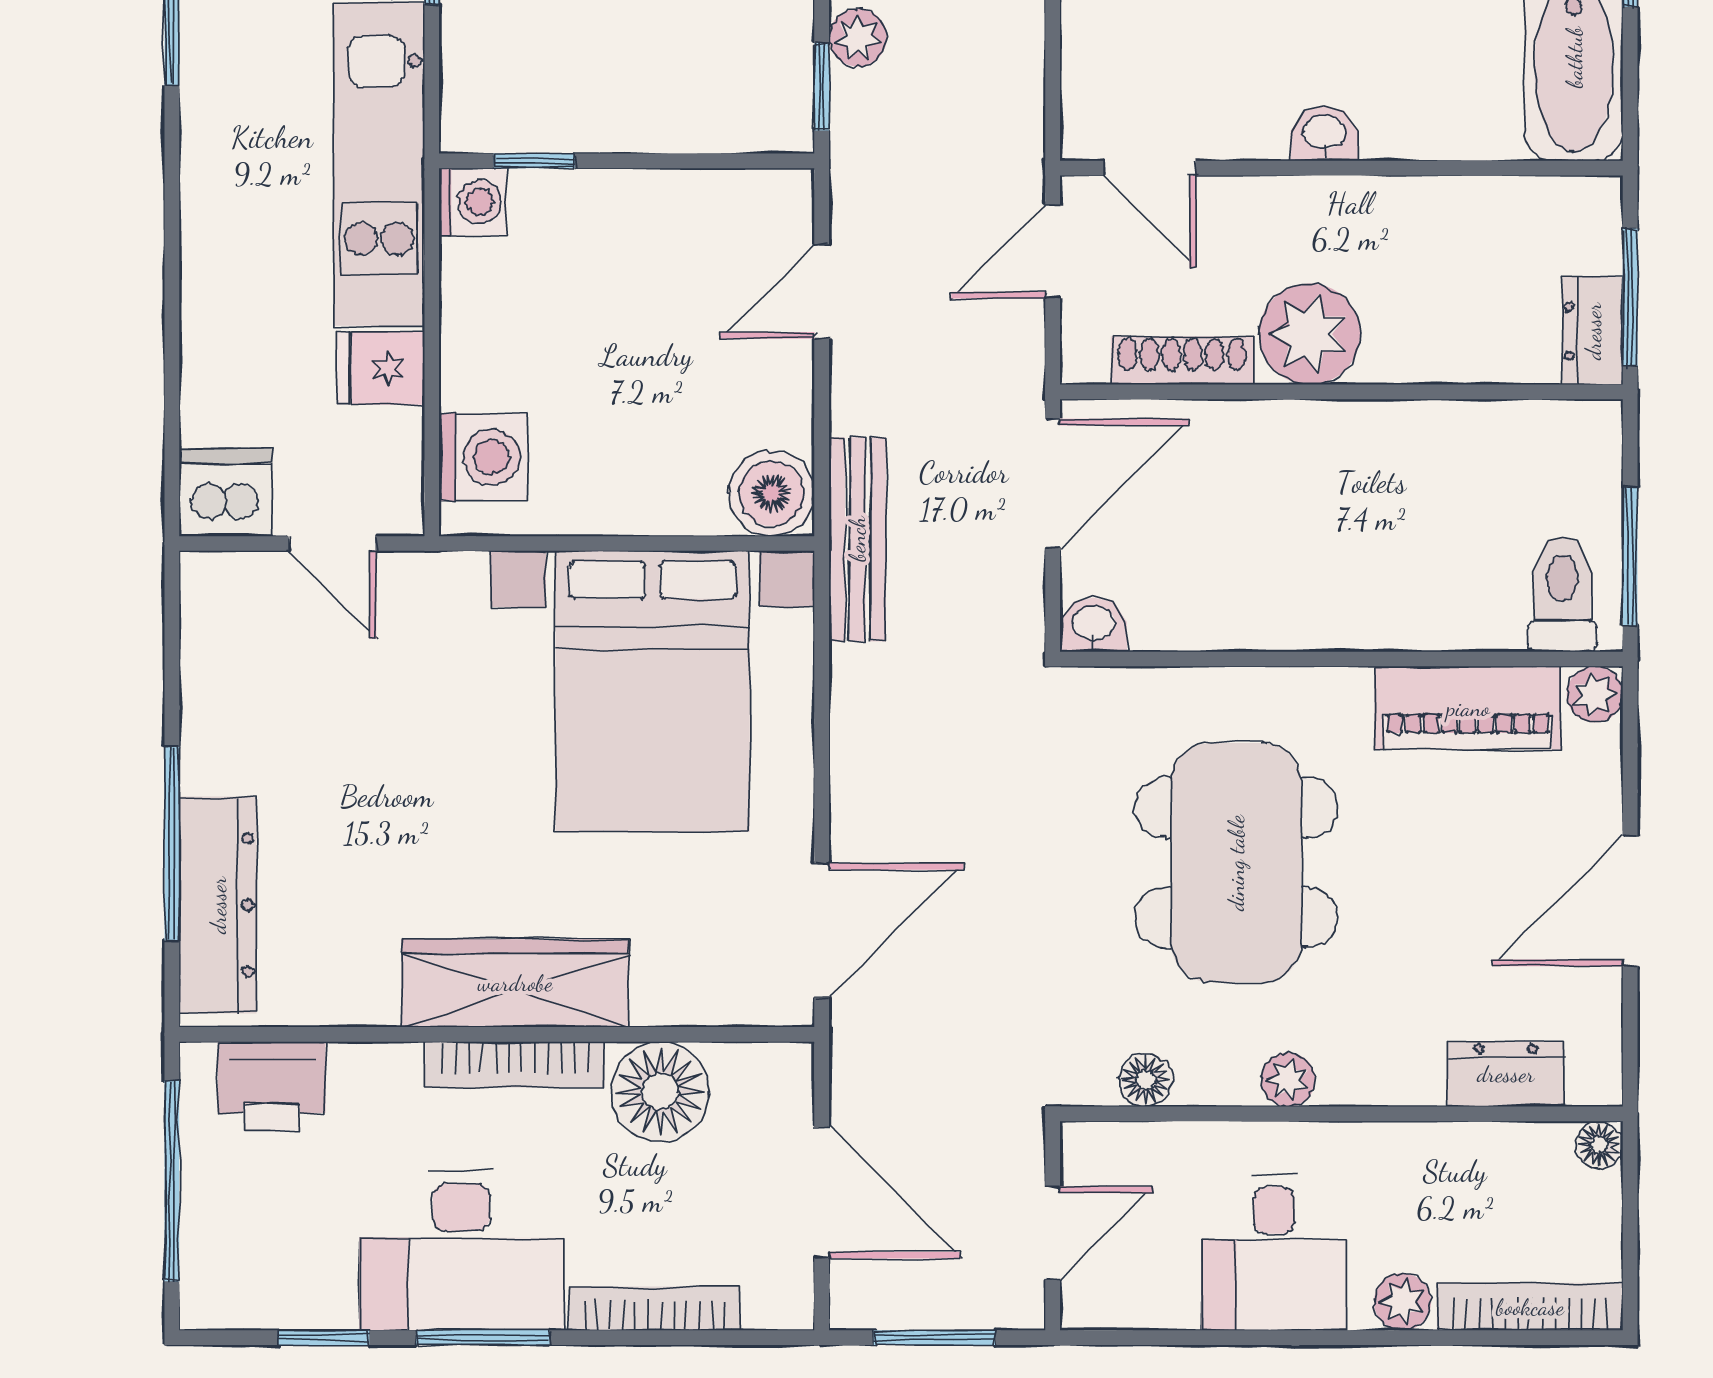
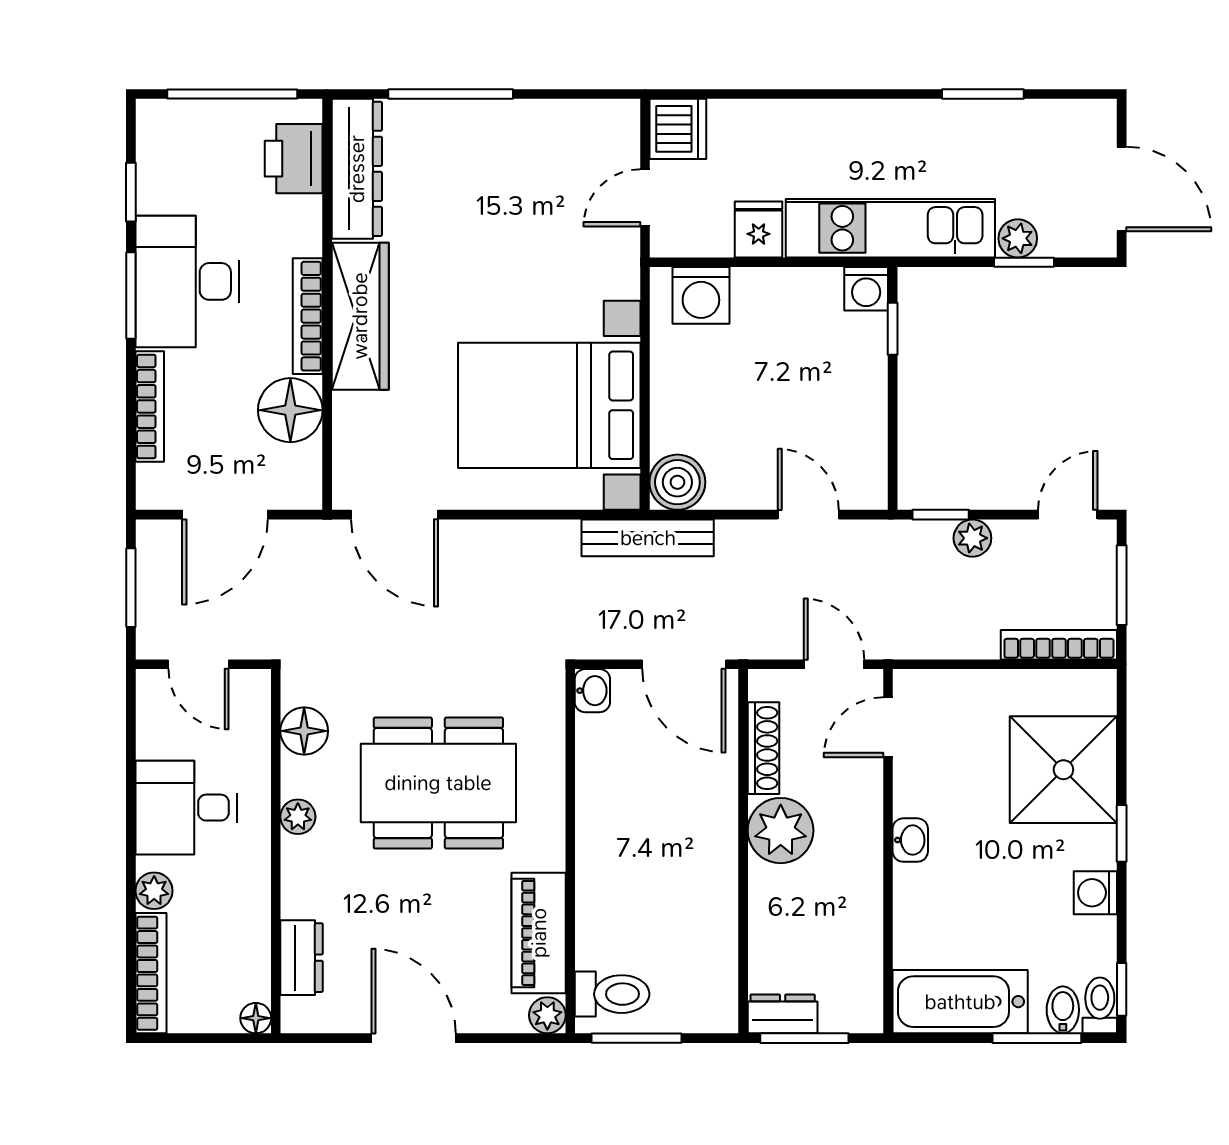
dresser: (218, 905) -> (357, 169), moved, turned -90
floor lamp: (1146, 1080) -> (304, 731), width x1.37, depth x1.37

